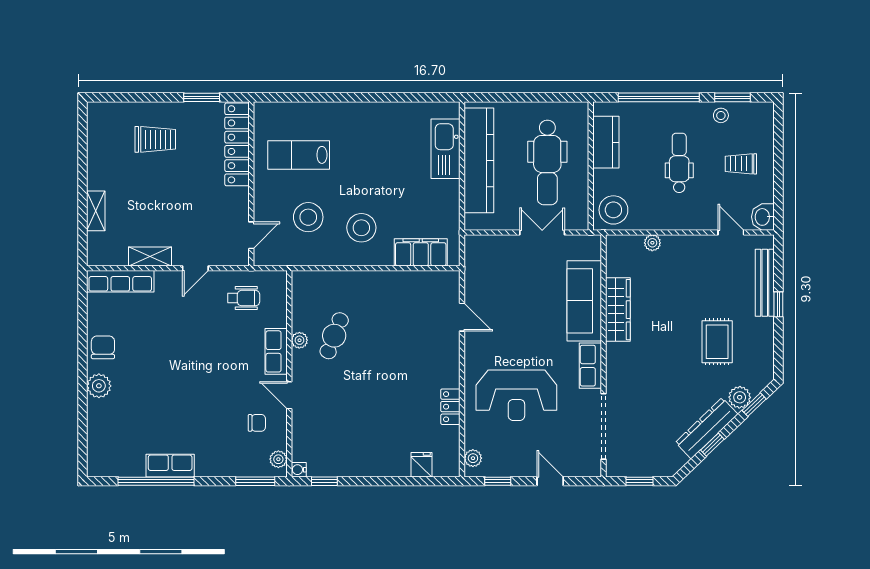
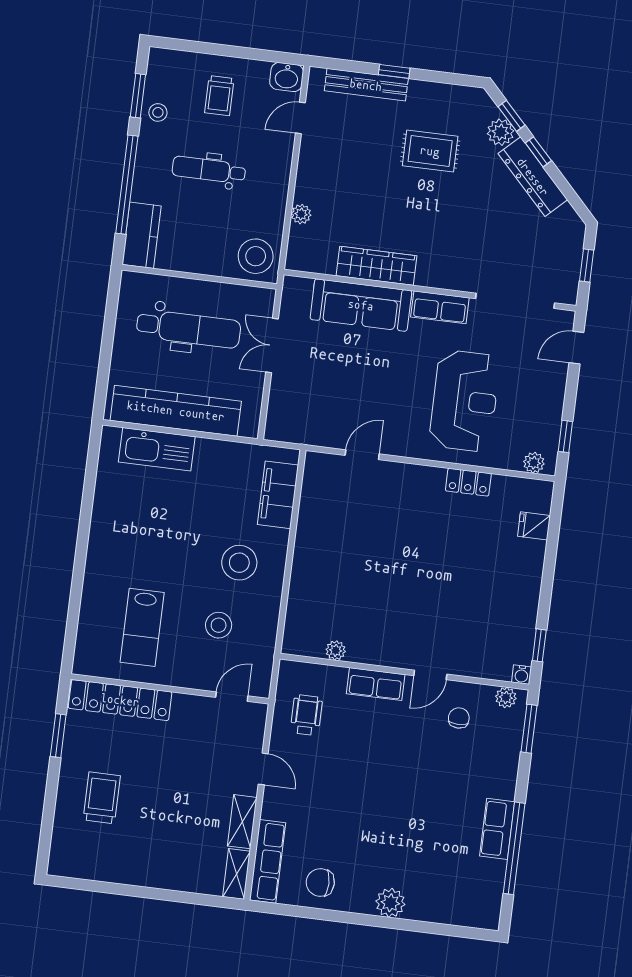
kitchen counter: (606, 142) -> (142, 235), moved, turned 90
shelving: (96, 211) -> (236, 874), moved, turned 90
stool: (308, 217) -> (219, 625), width x0.73, depth x0.73
door: (251, 235) -> (232, 697), hinge flipped
cafe table: (334, 336) -> (365, 612), removed
plant: (299, 340) -> (336, 650), moved
chair: (103, 347) -> (320, 882), moved
window: (712, 445) -> (538, 152), moved
door: (550, 481) -> (576, 348), moved

